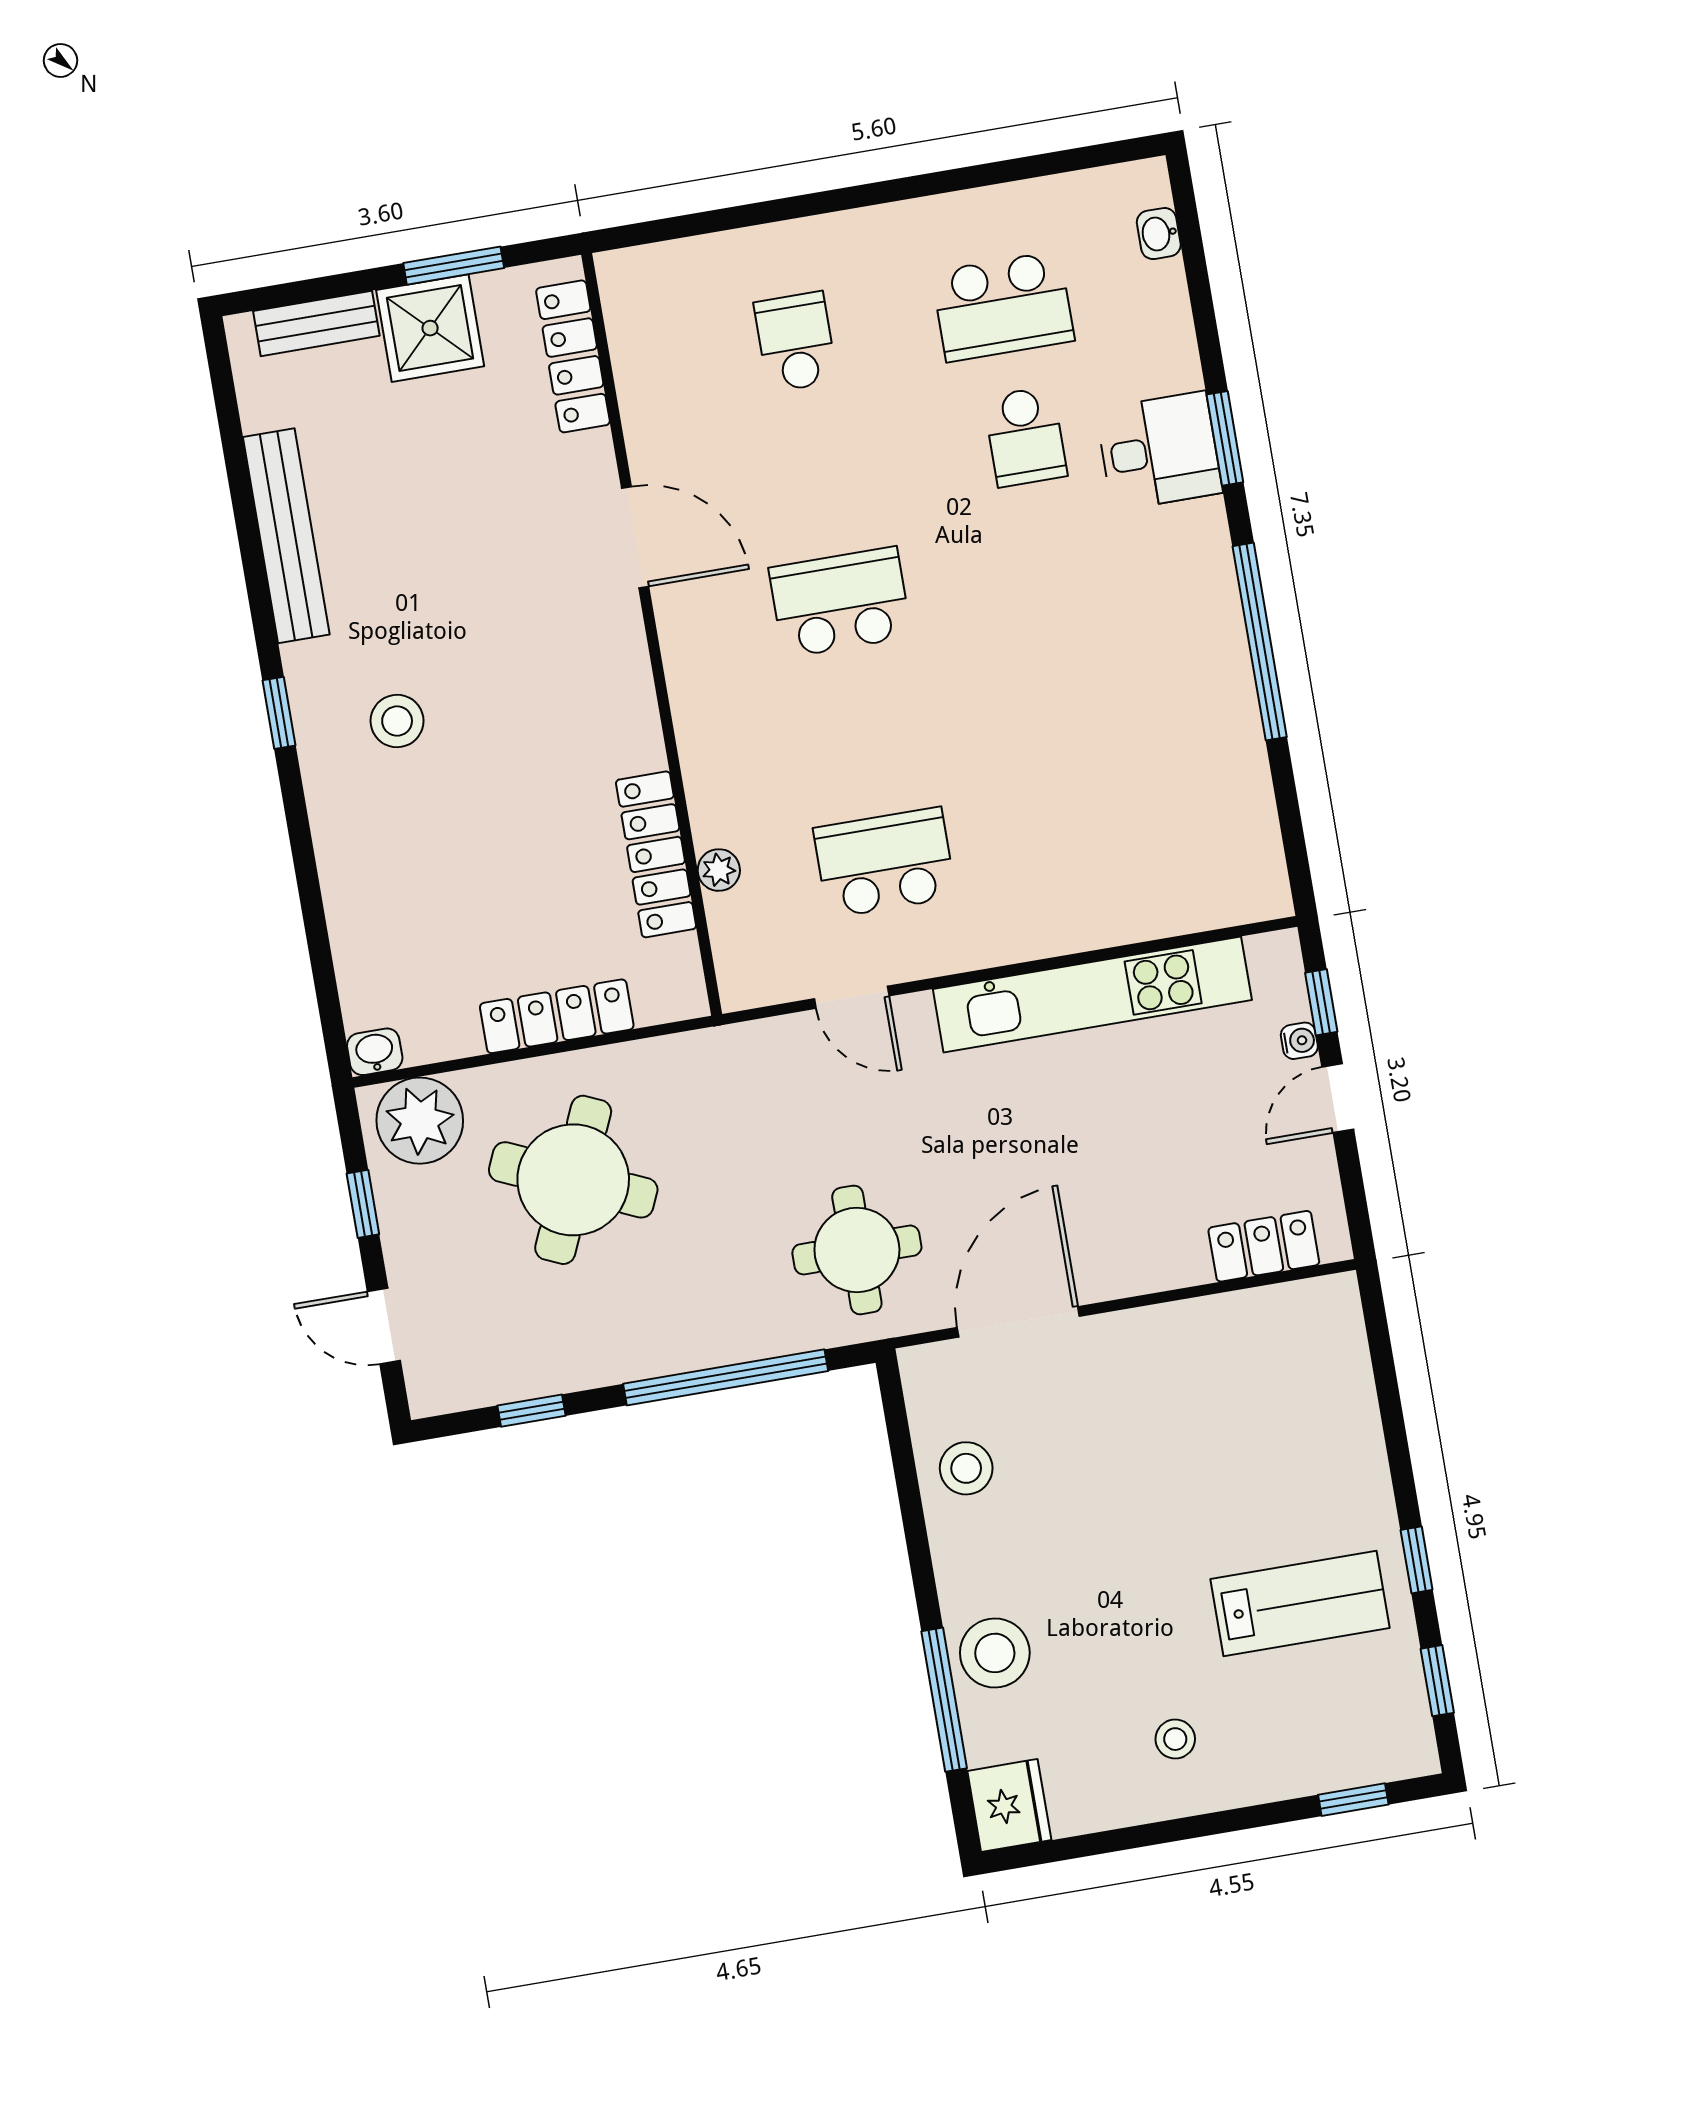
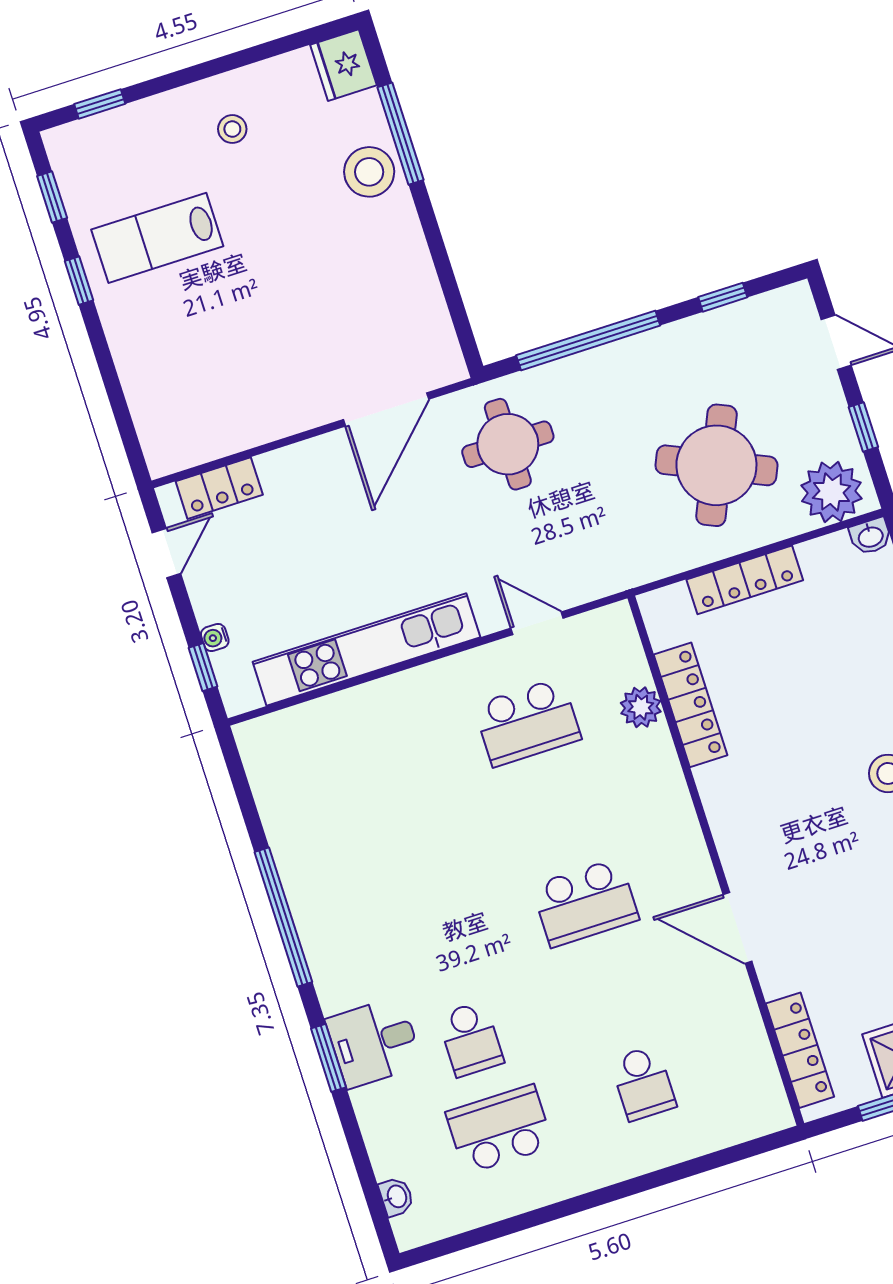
school desk: (1025, 437) -> (471, 1039), turned 180
plant: (719, 870) -> (641, 707), width x1.38, depth x1.38
door: (1338, 1098) -> (166, 553), moved
stool: (966, 1468) -> (408, 300), removed

